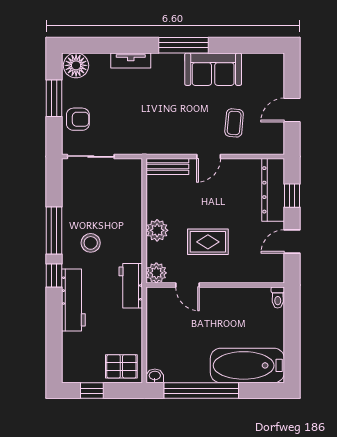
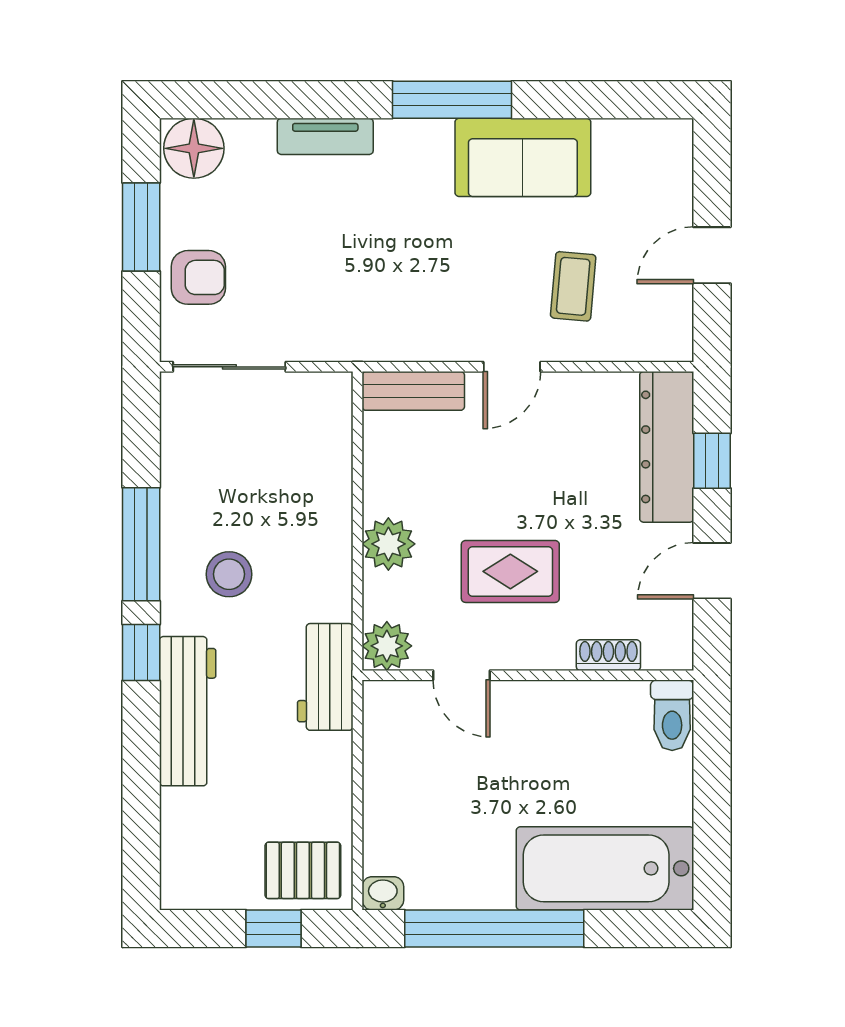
shoe rack: (249, 277) -> (608, 655), added
toilet: (278, 298) -> (672, 715), width x1.37, depth x1.39
window: (92, 391) -> (273, 929), moved

